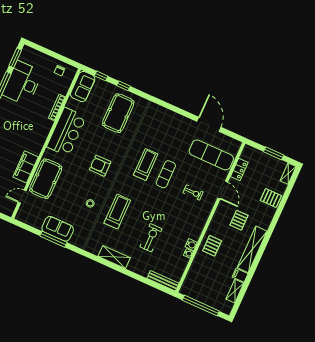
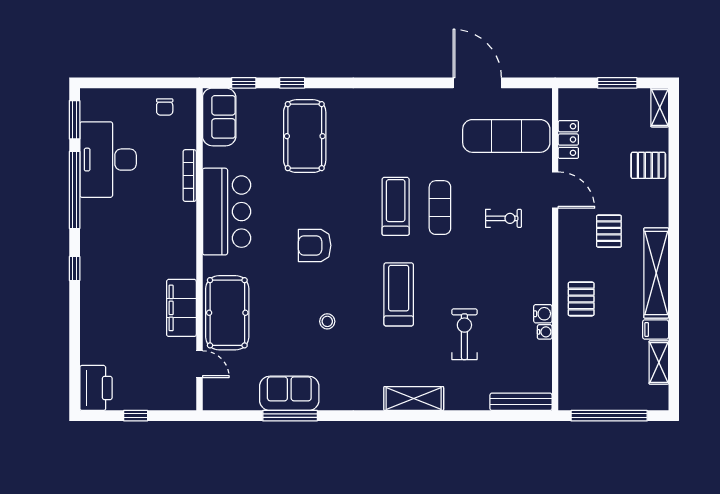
door: (22, 197) -> (199, 364), swing flipped
treadmill: (117, 212) -> (399, 294), moved

